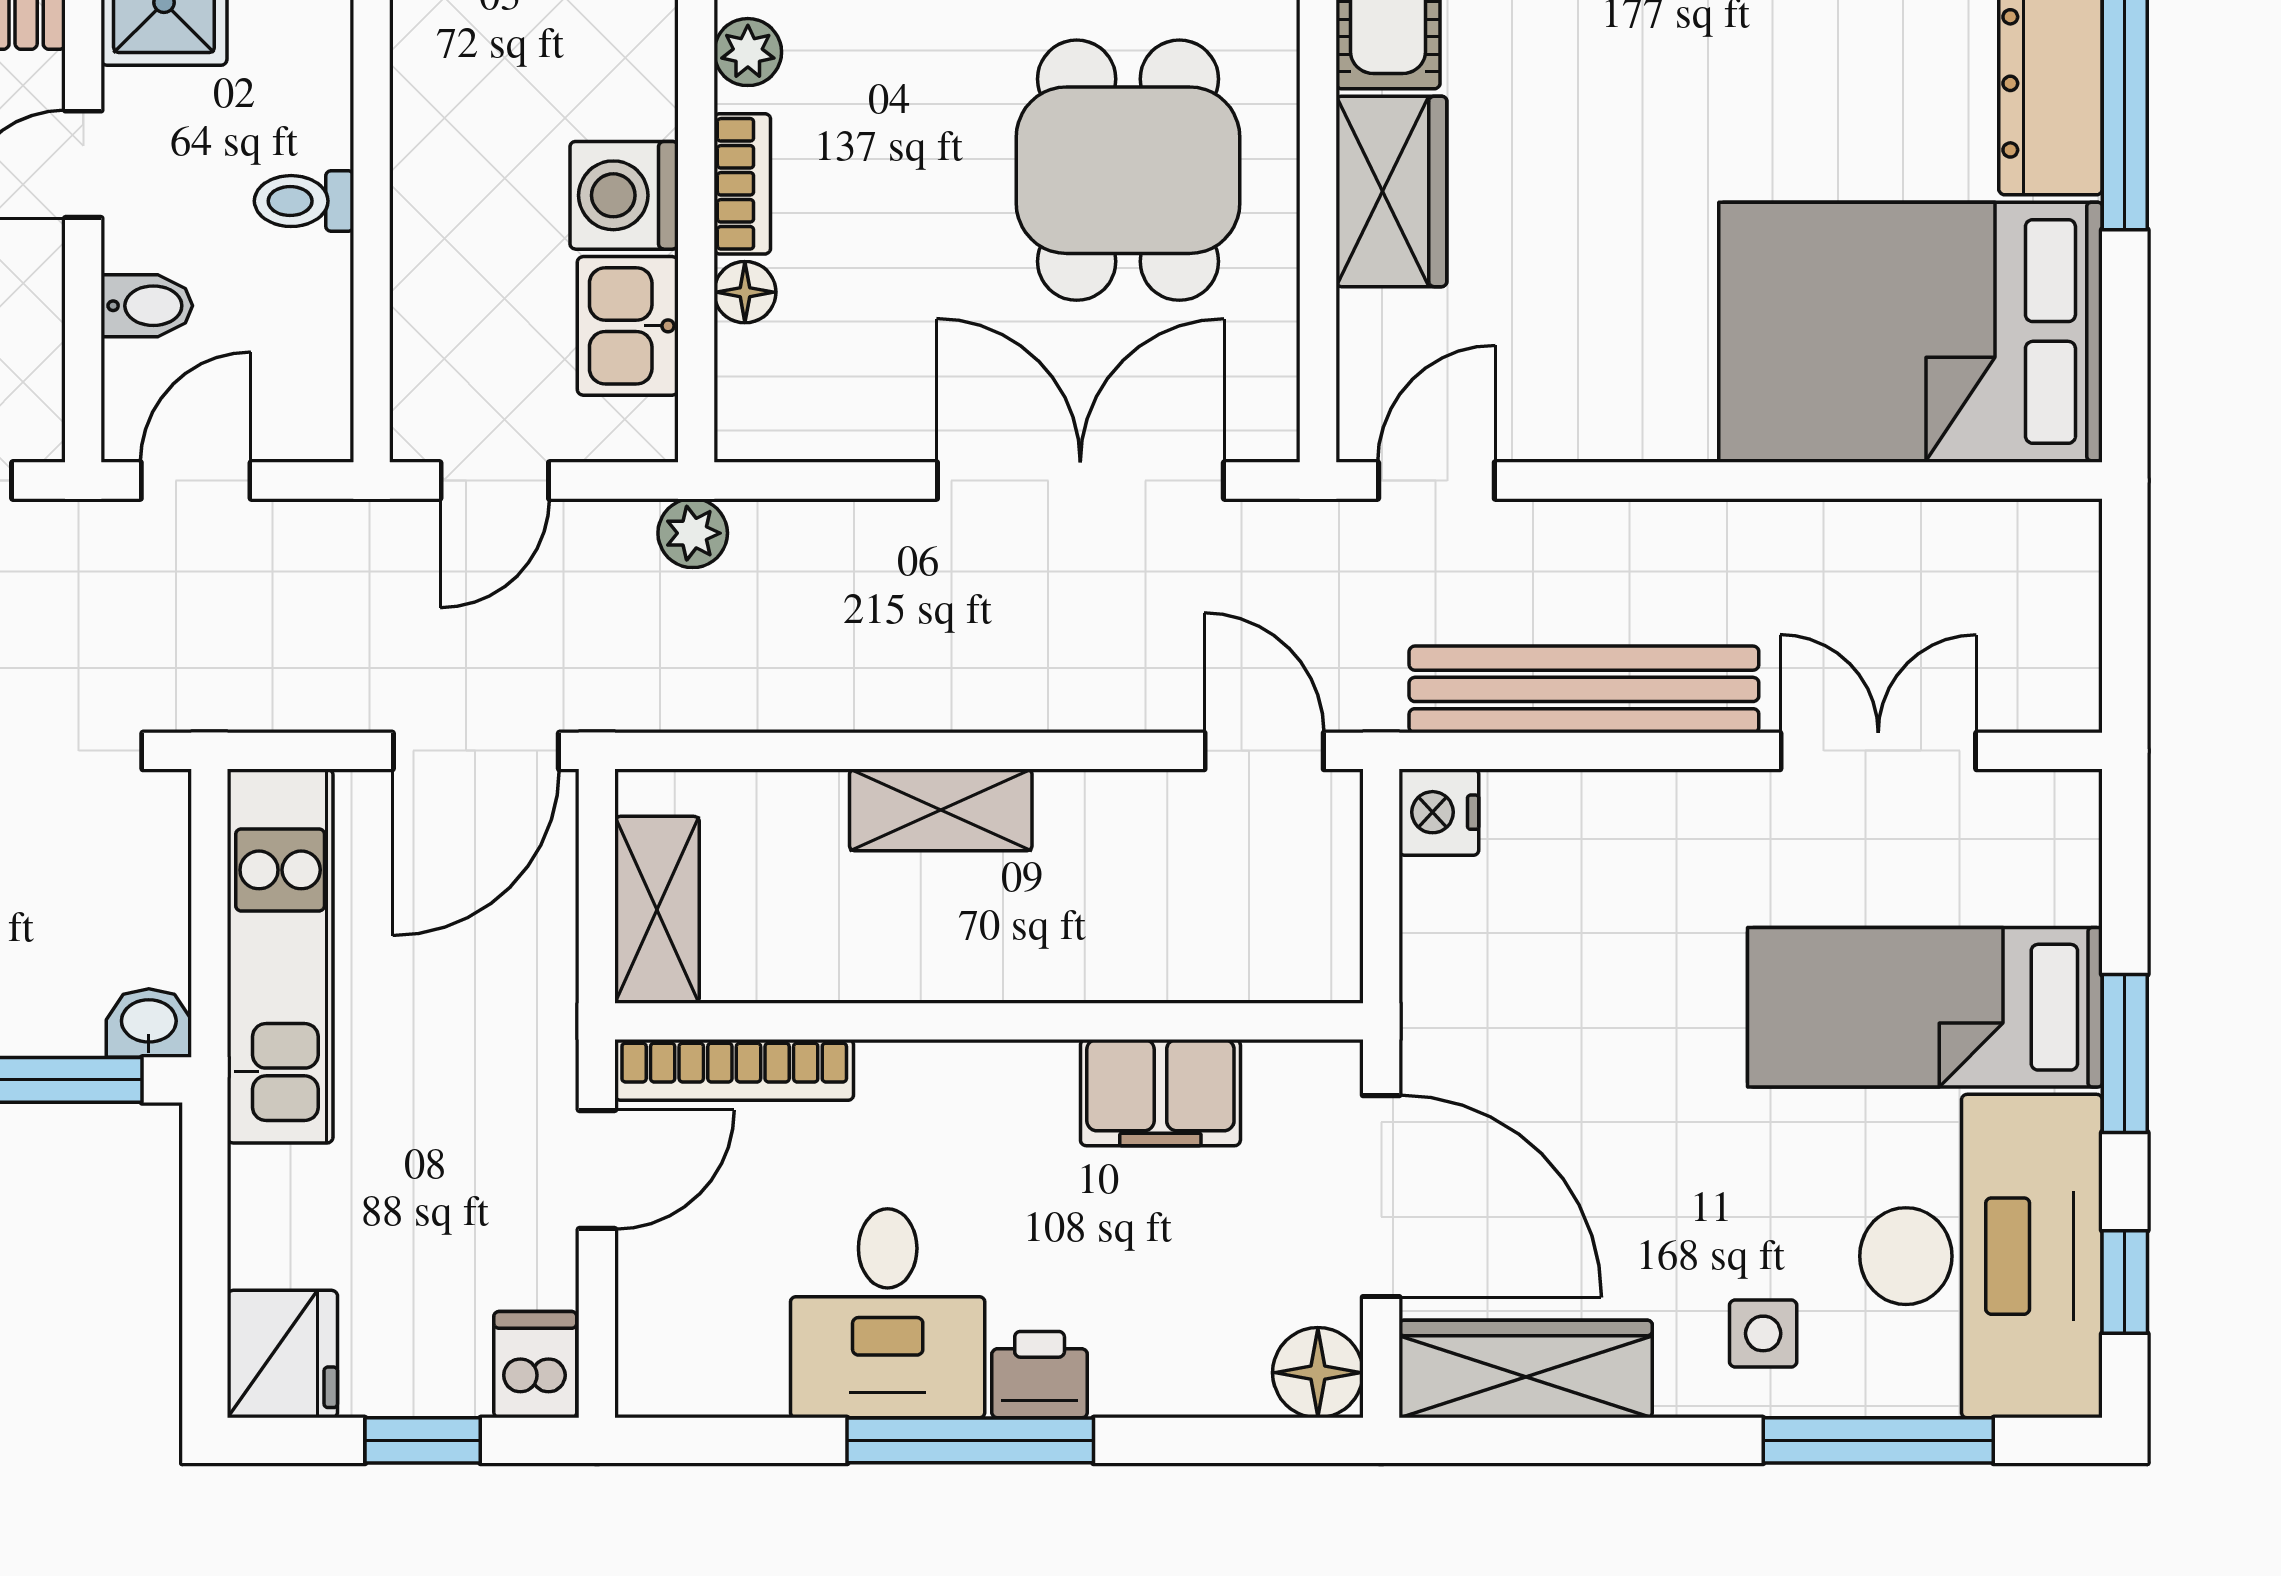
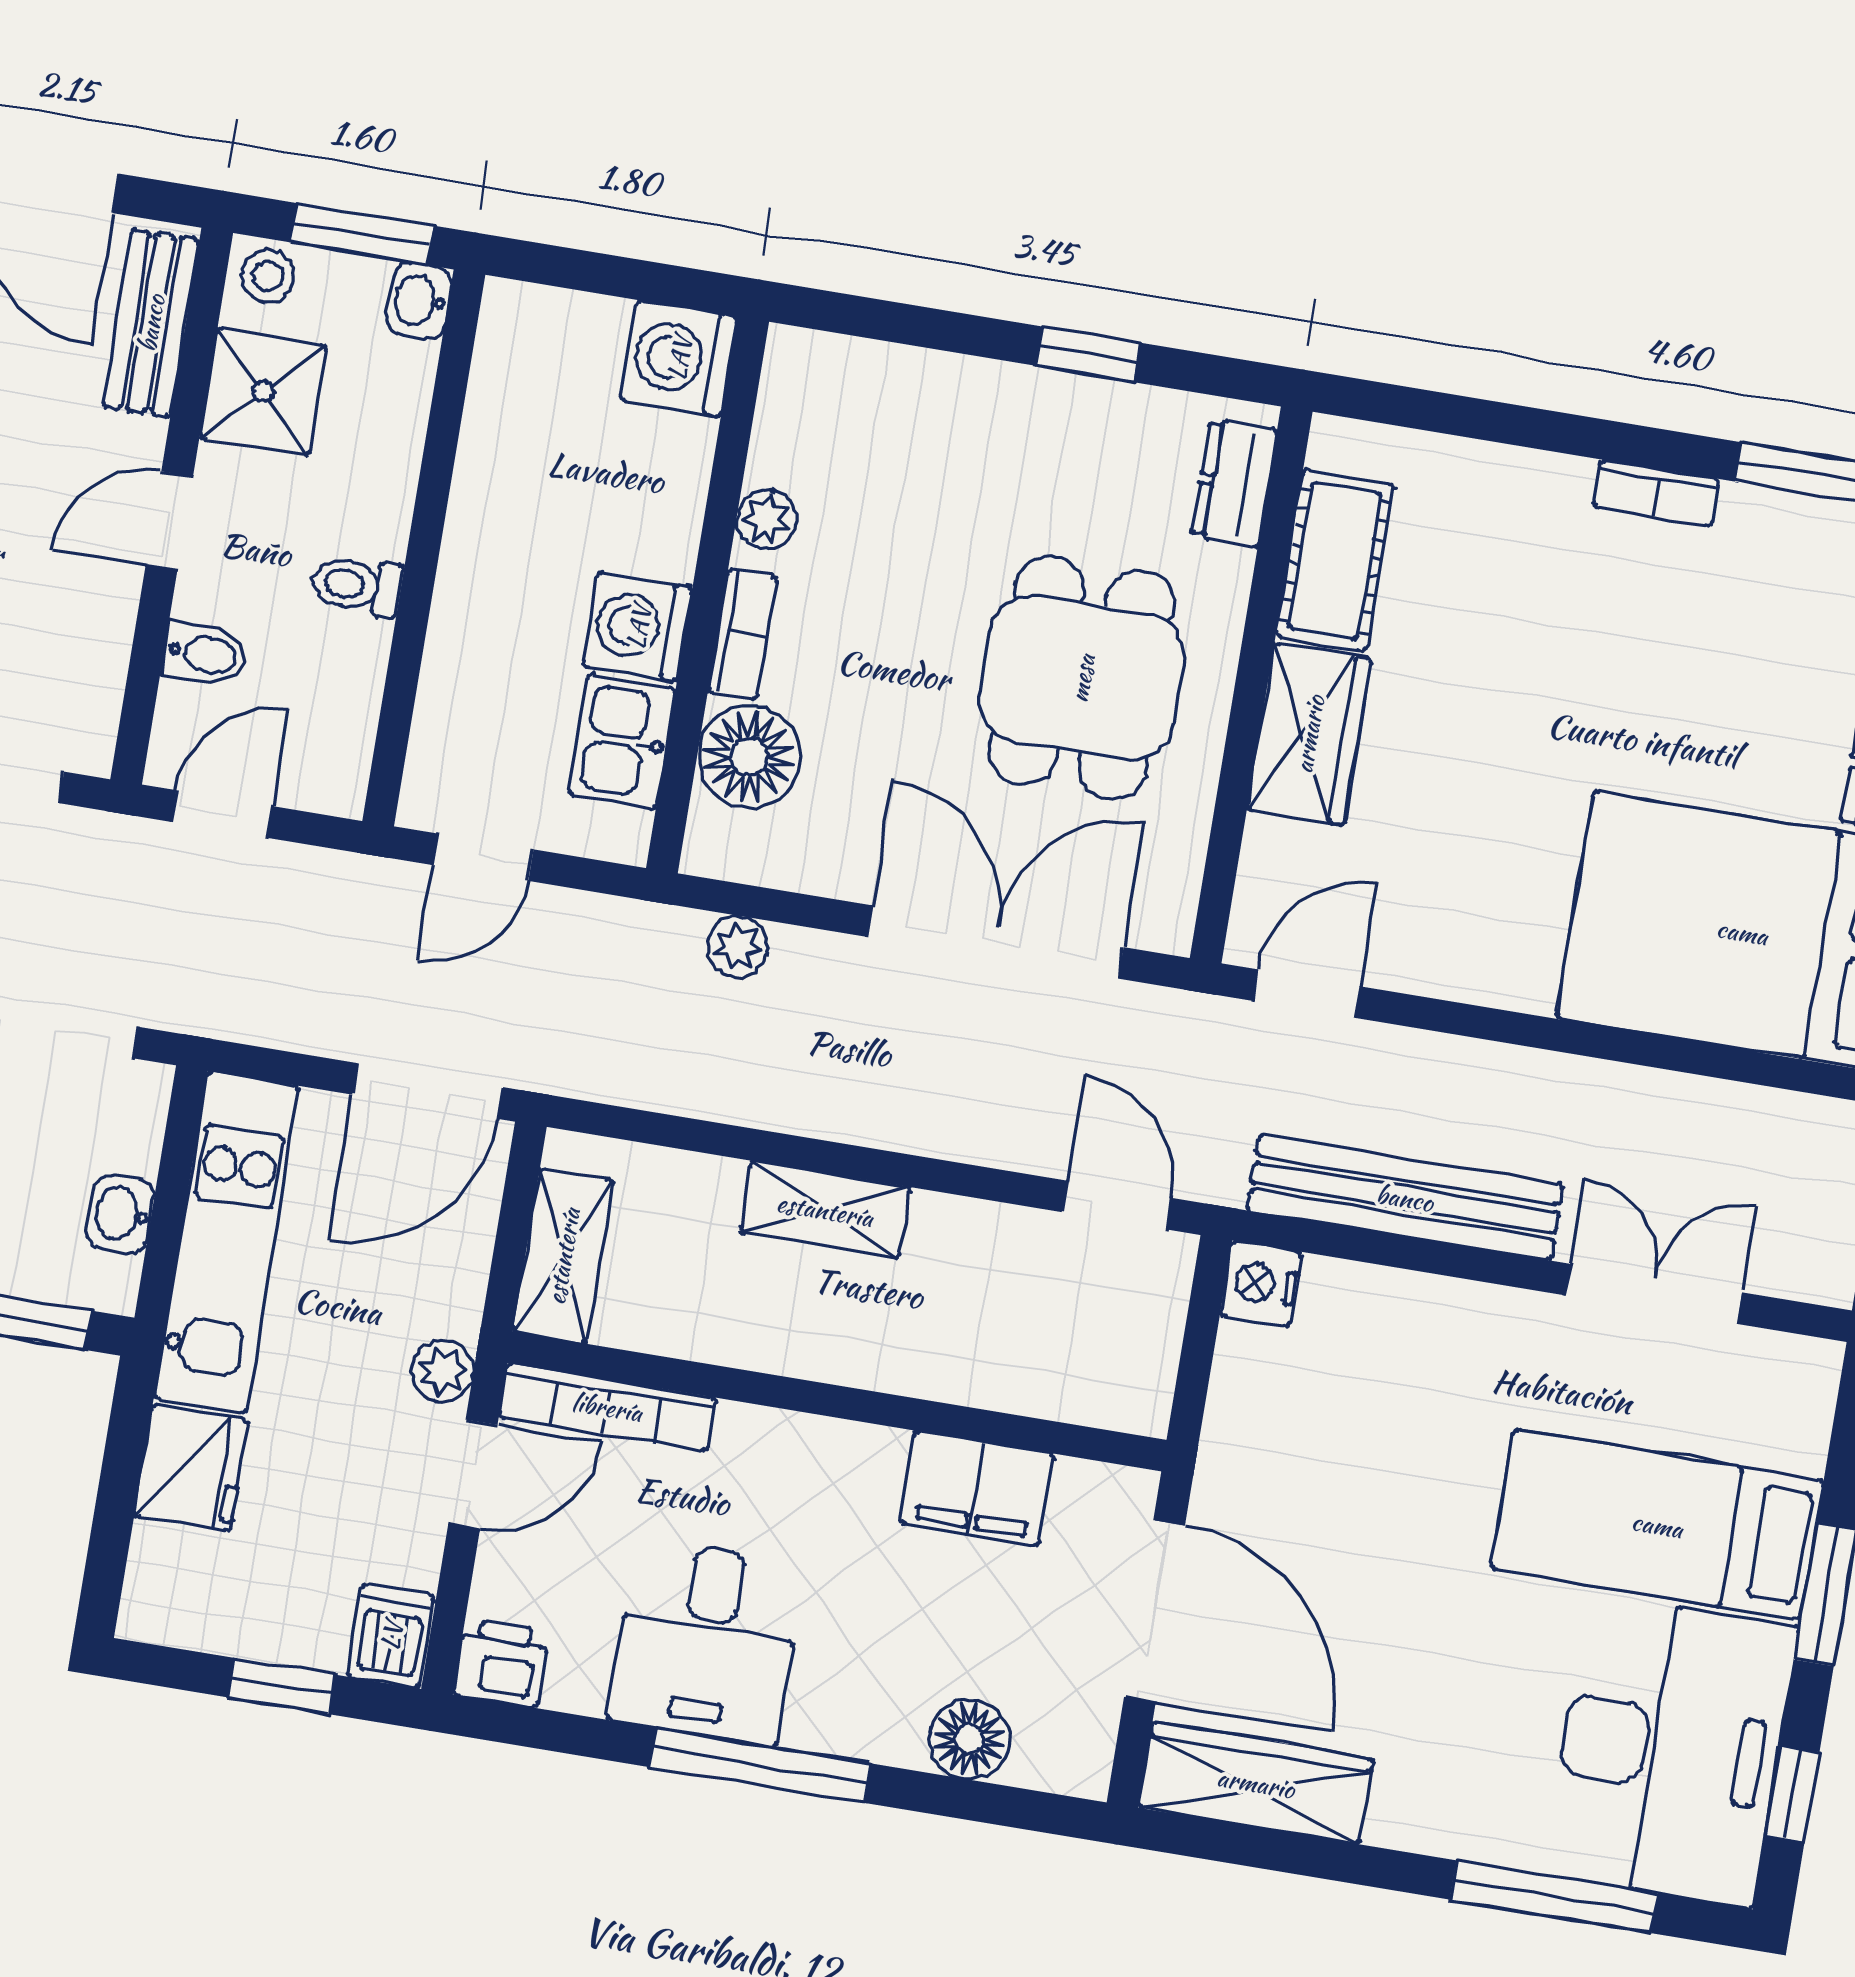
floor lamp: (745, 292) -> (749, 757), width x1.89, depth x1.89
plant: (693, 533) -> (737, 947), moved
washbasin: (149, 1023) -> (121, 1214), moved, turned -90
plant: (544, 1060) -> (442, 1371), added
side table: (1763, 1333) -> (1469, 1787), removed
fridge: (282, 1354) -> (191, 1468), moved
floor lamp: (1318, 1373) -> (969, 1739), moved
printer: (1040, 1375) -> (501, 1663), moved

